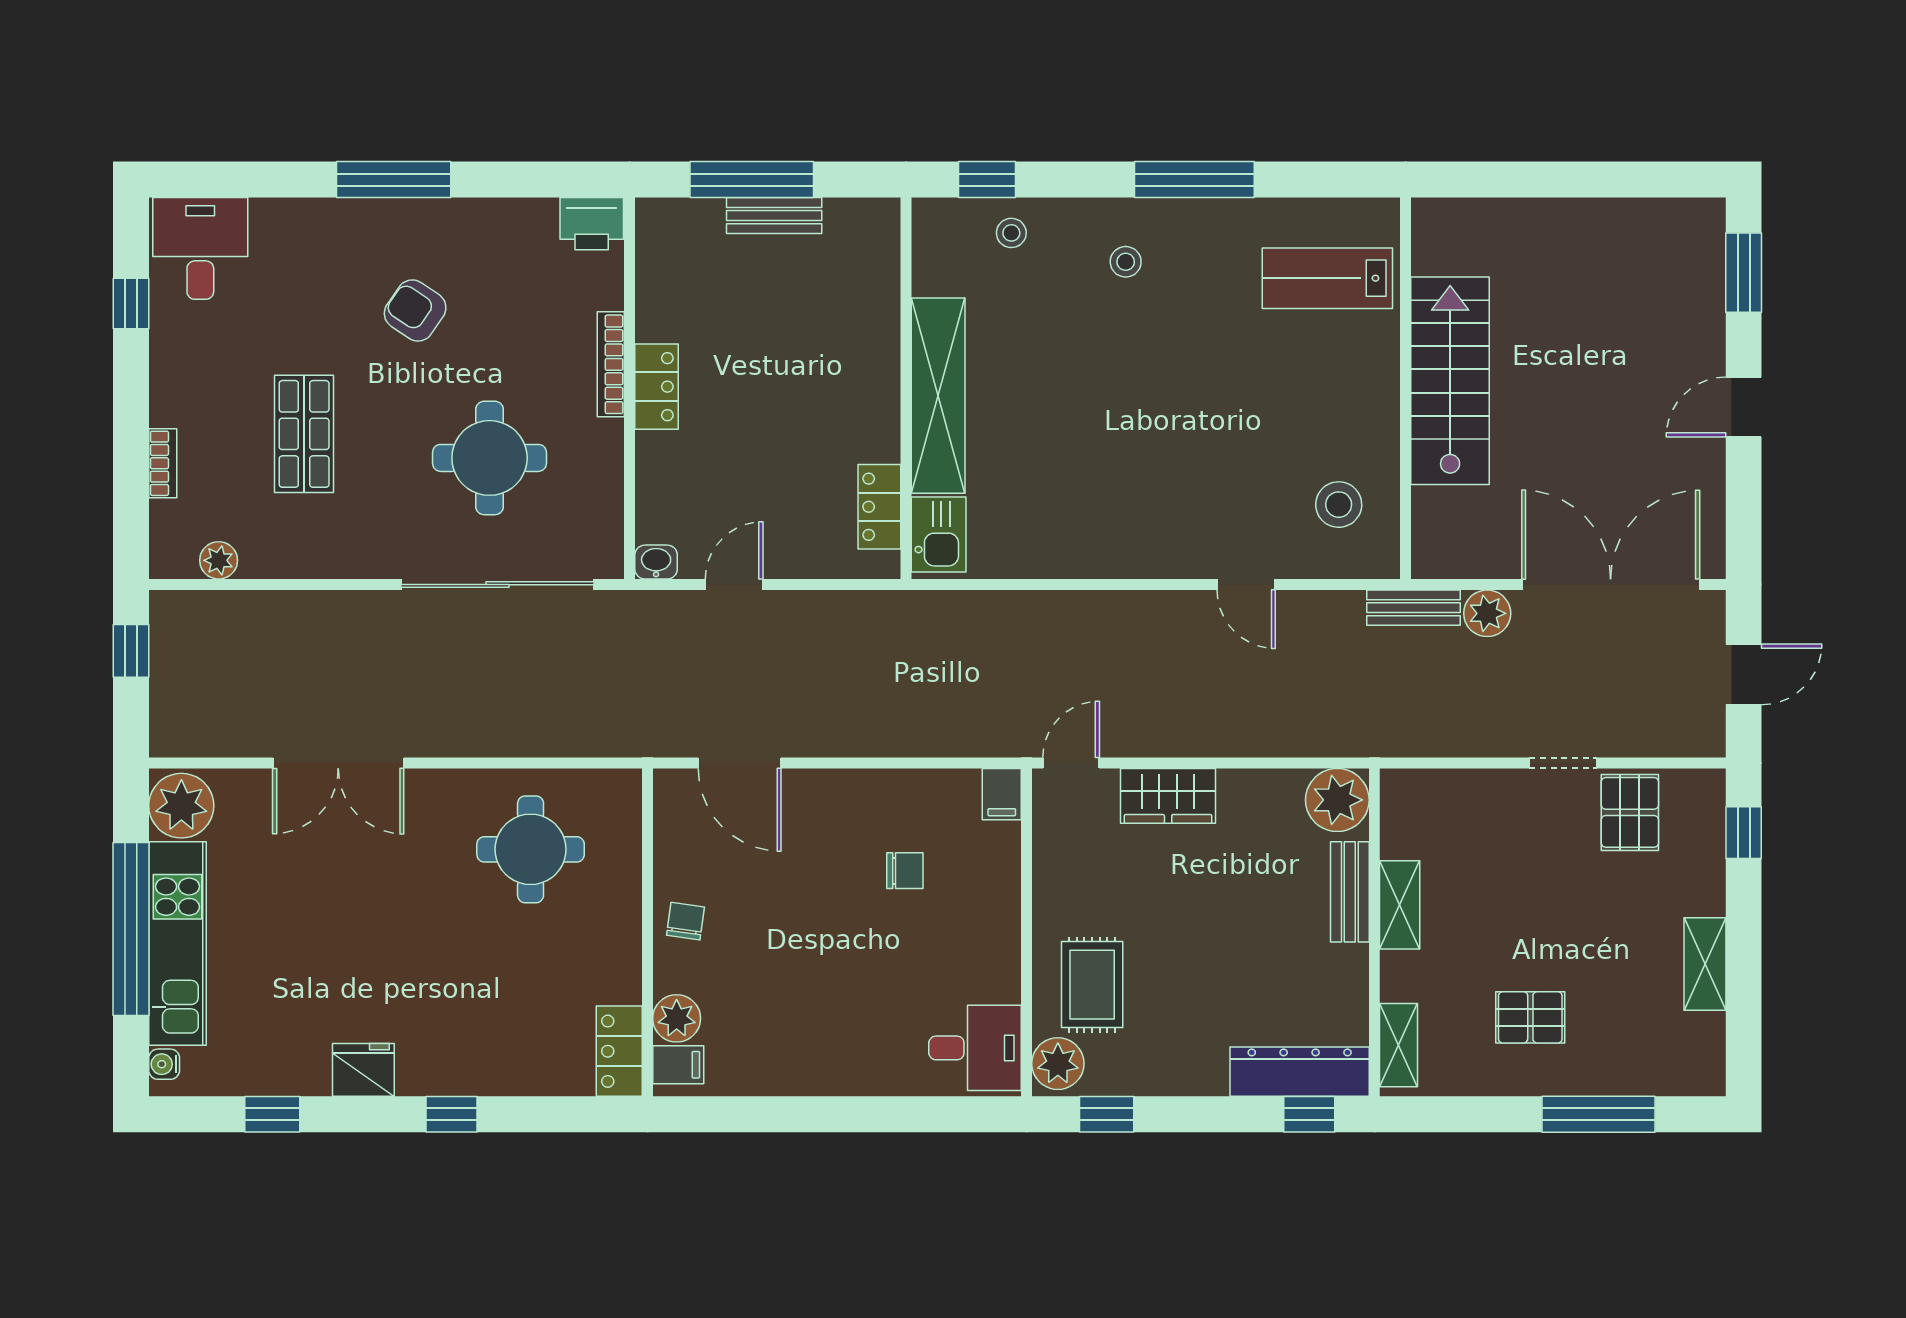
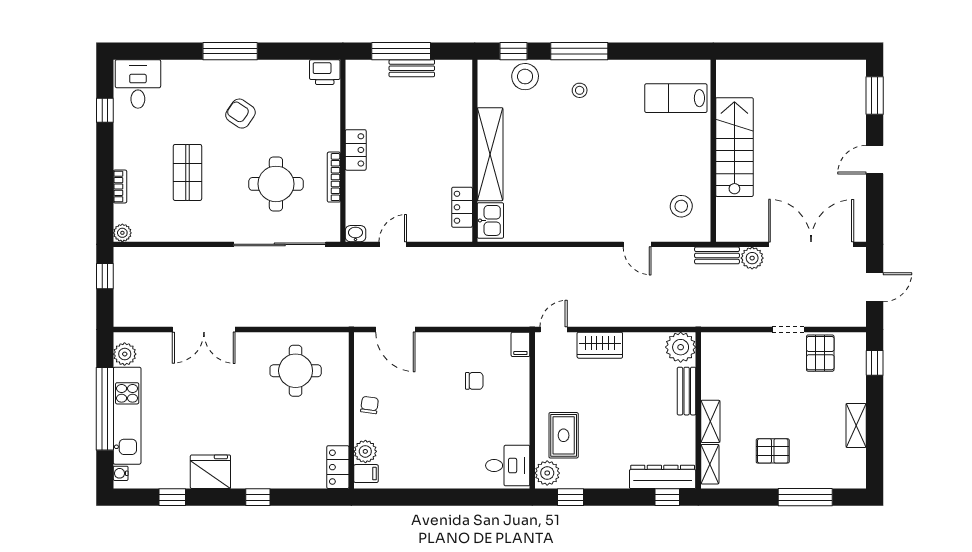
window: (1194, 180) -> (579, 51), moved
stool: (1011, 233) -> (525, 77), width x1.89, depth x1.89
bookcase: (611, 364) -> (334, 177), moved
plant: (219, 560) -> (122, 233), moved
plant: (181, 806) -> (125, 354), width x0.73, depth x0.73
shelving: (1400, 905) -> (710, 421), moved
fridge: (363, 1070) -> (210, 472), width x1.36, depth x1.34

